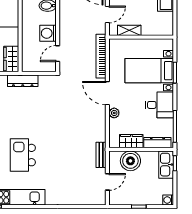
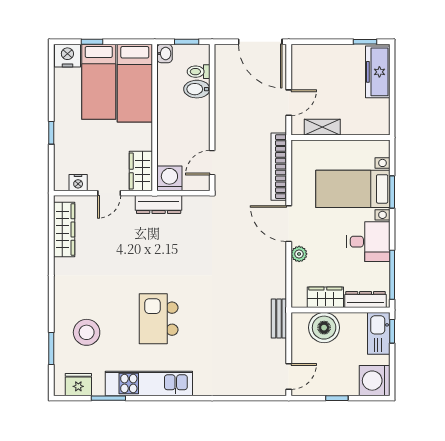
washing machine: (48, 33) -> (169, 178), moved, turned 90
door: (107, 182) -> (289, 376), moved
washing machine: (168, 200) -> (375, 381), width x1.89, depth x1.89

